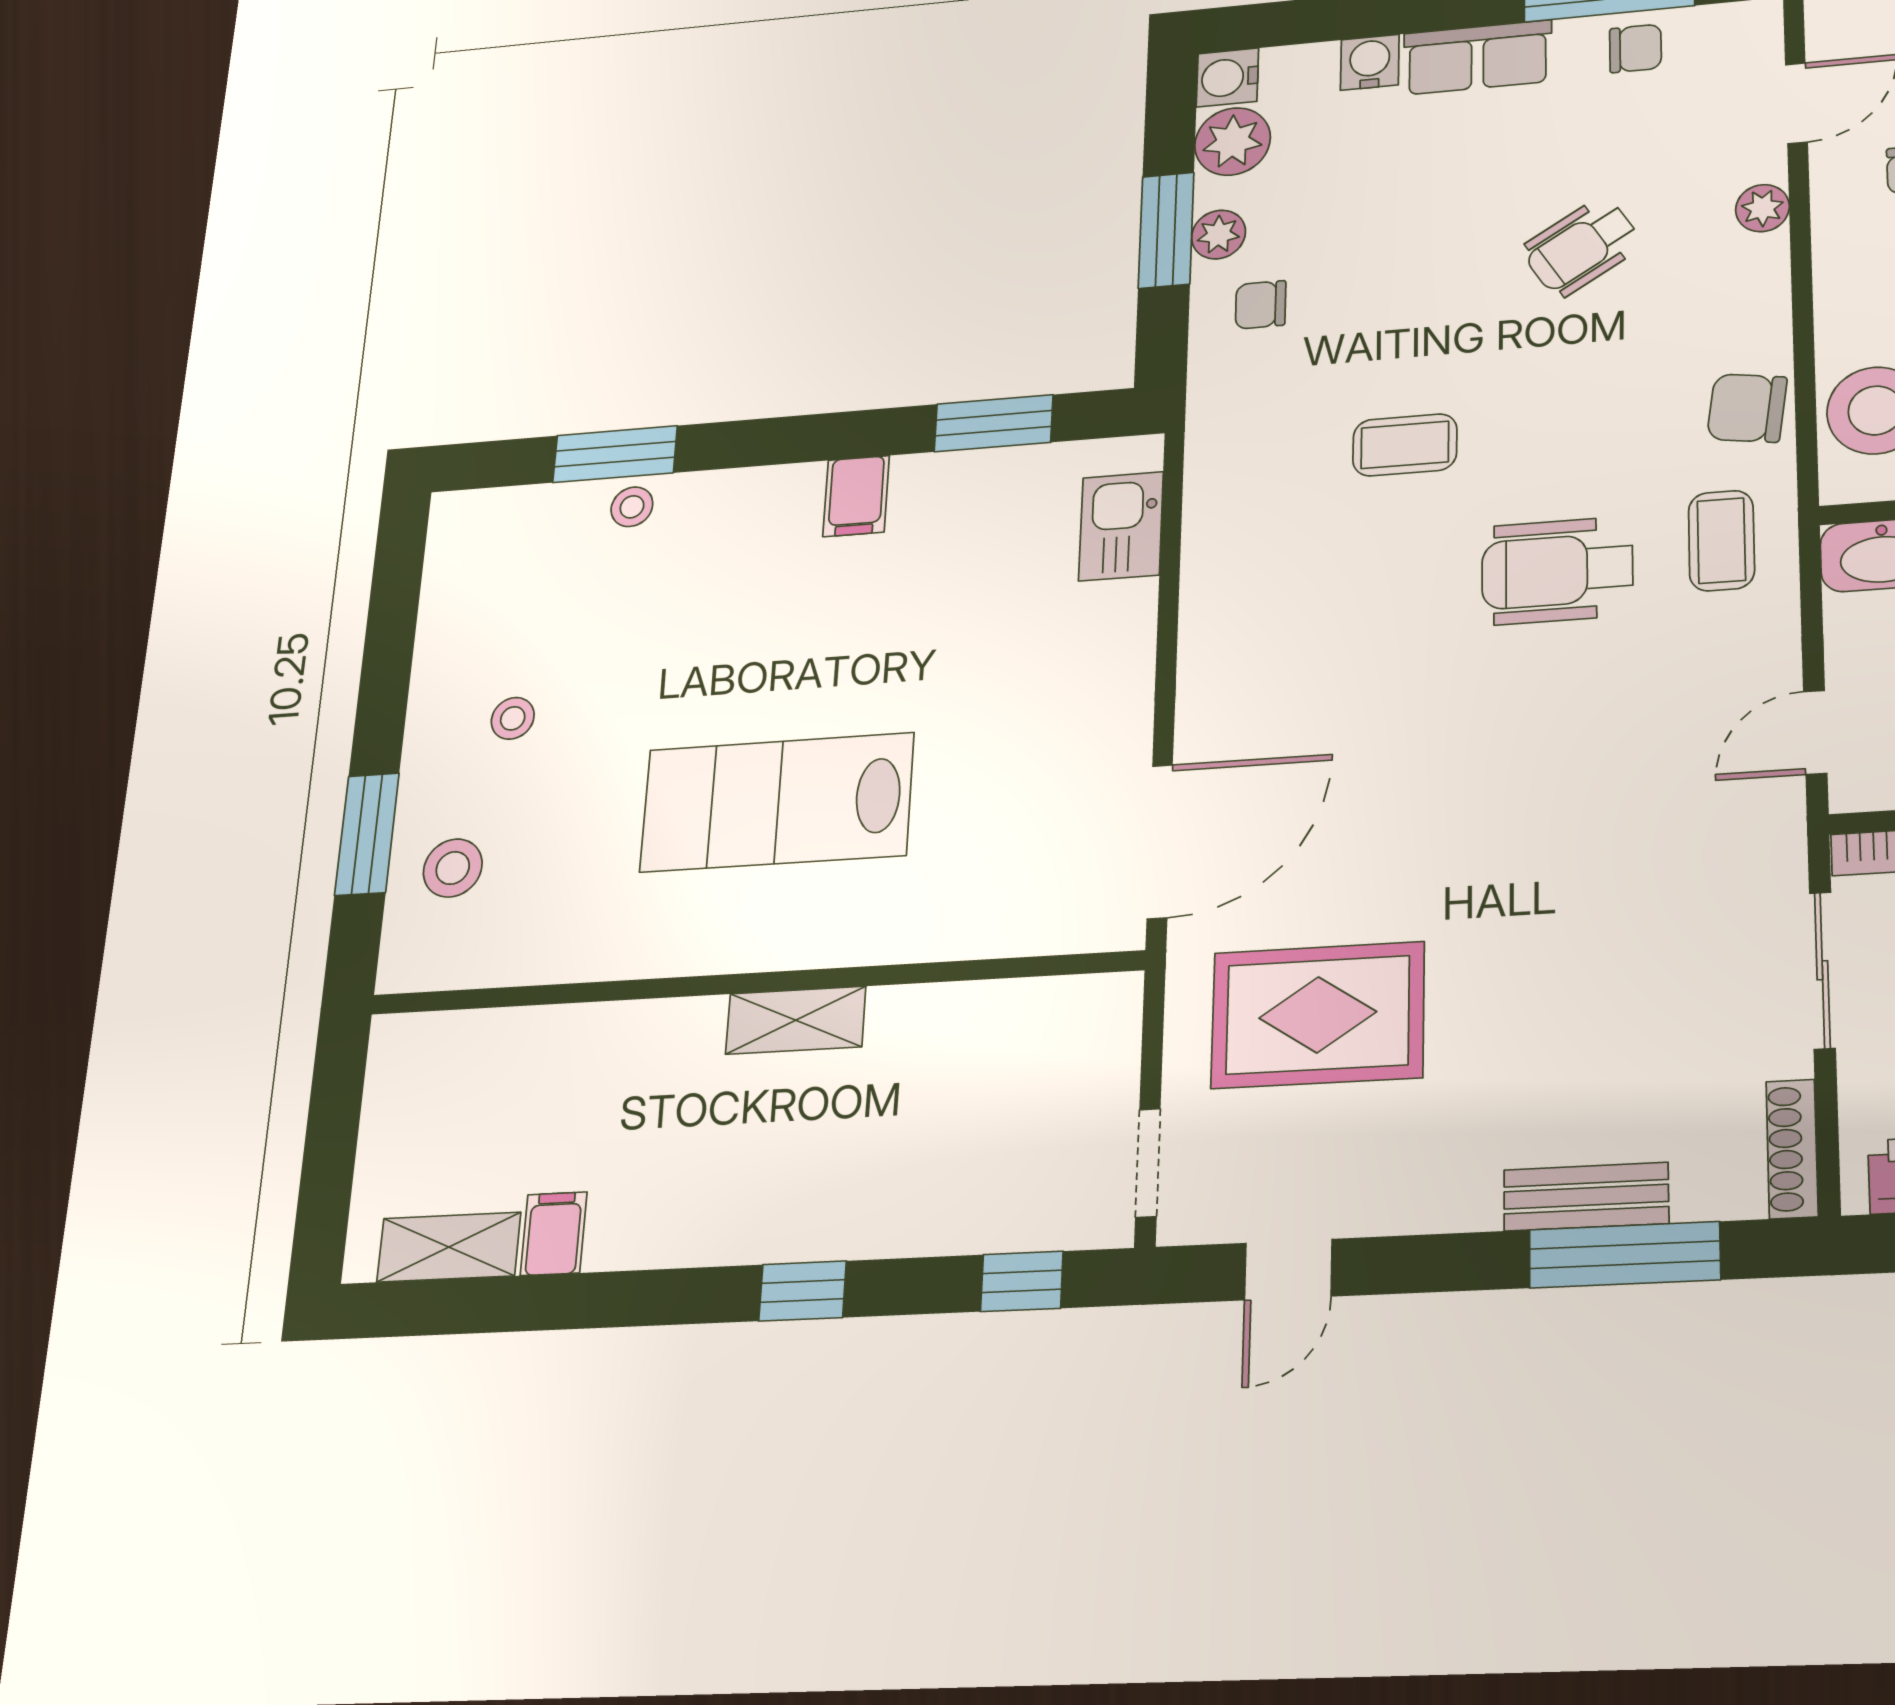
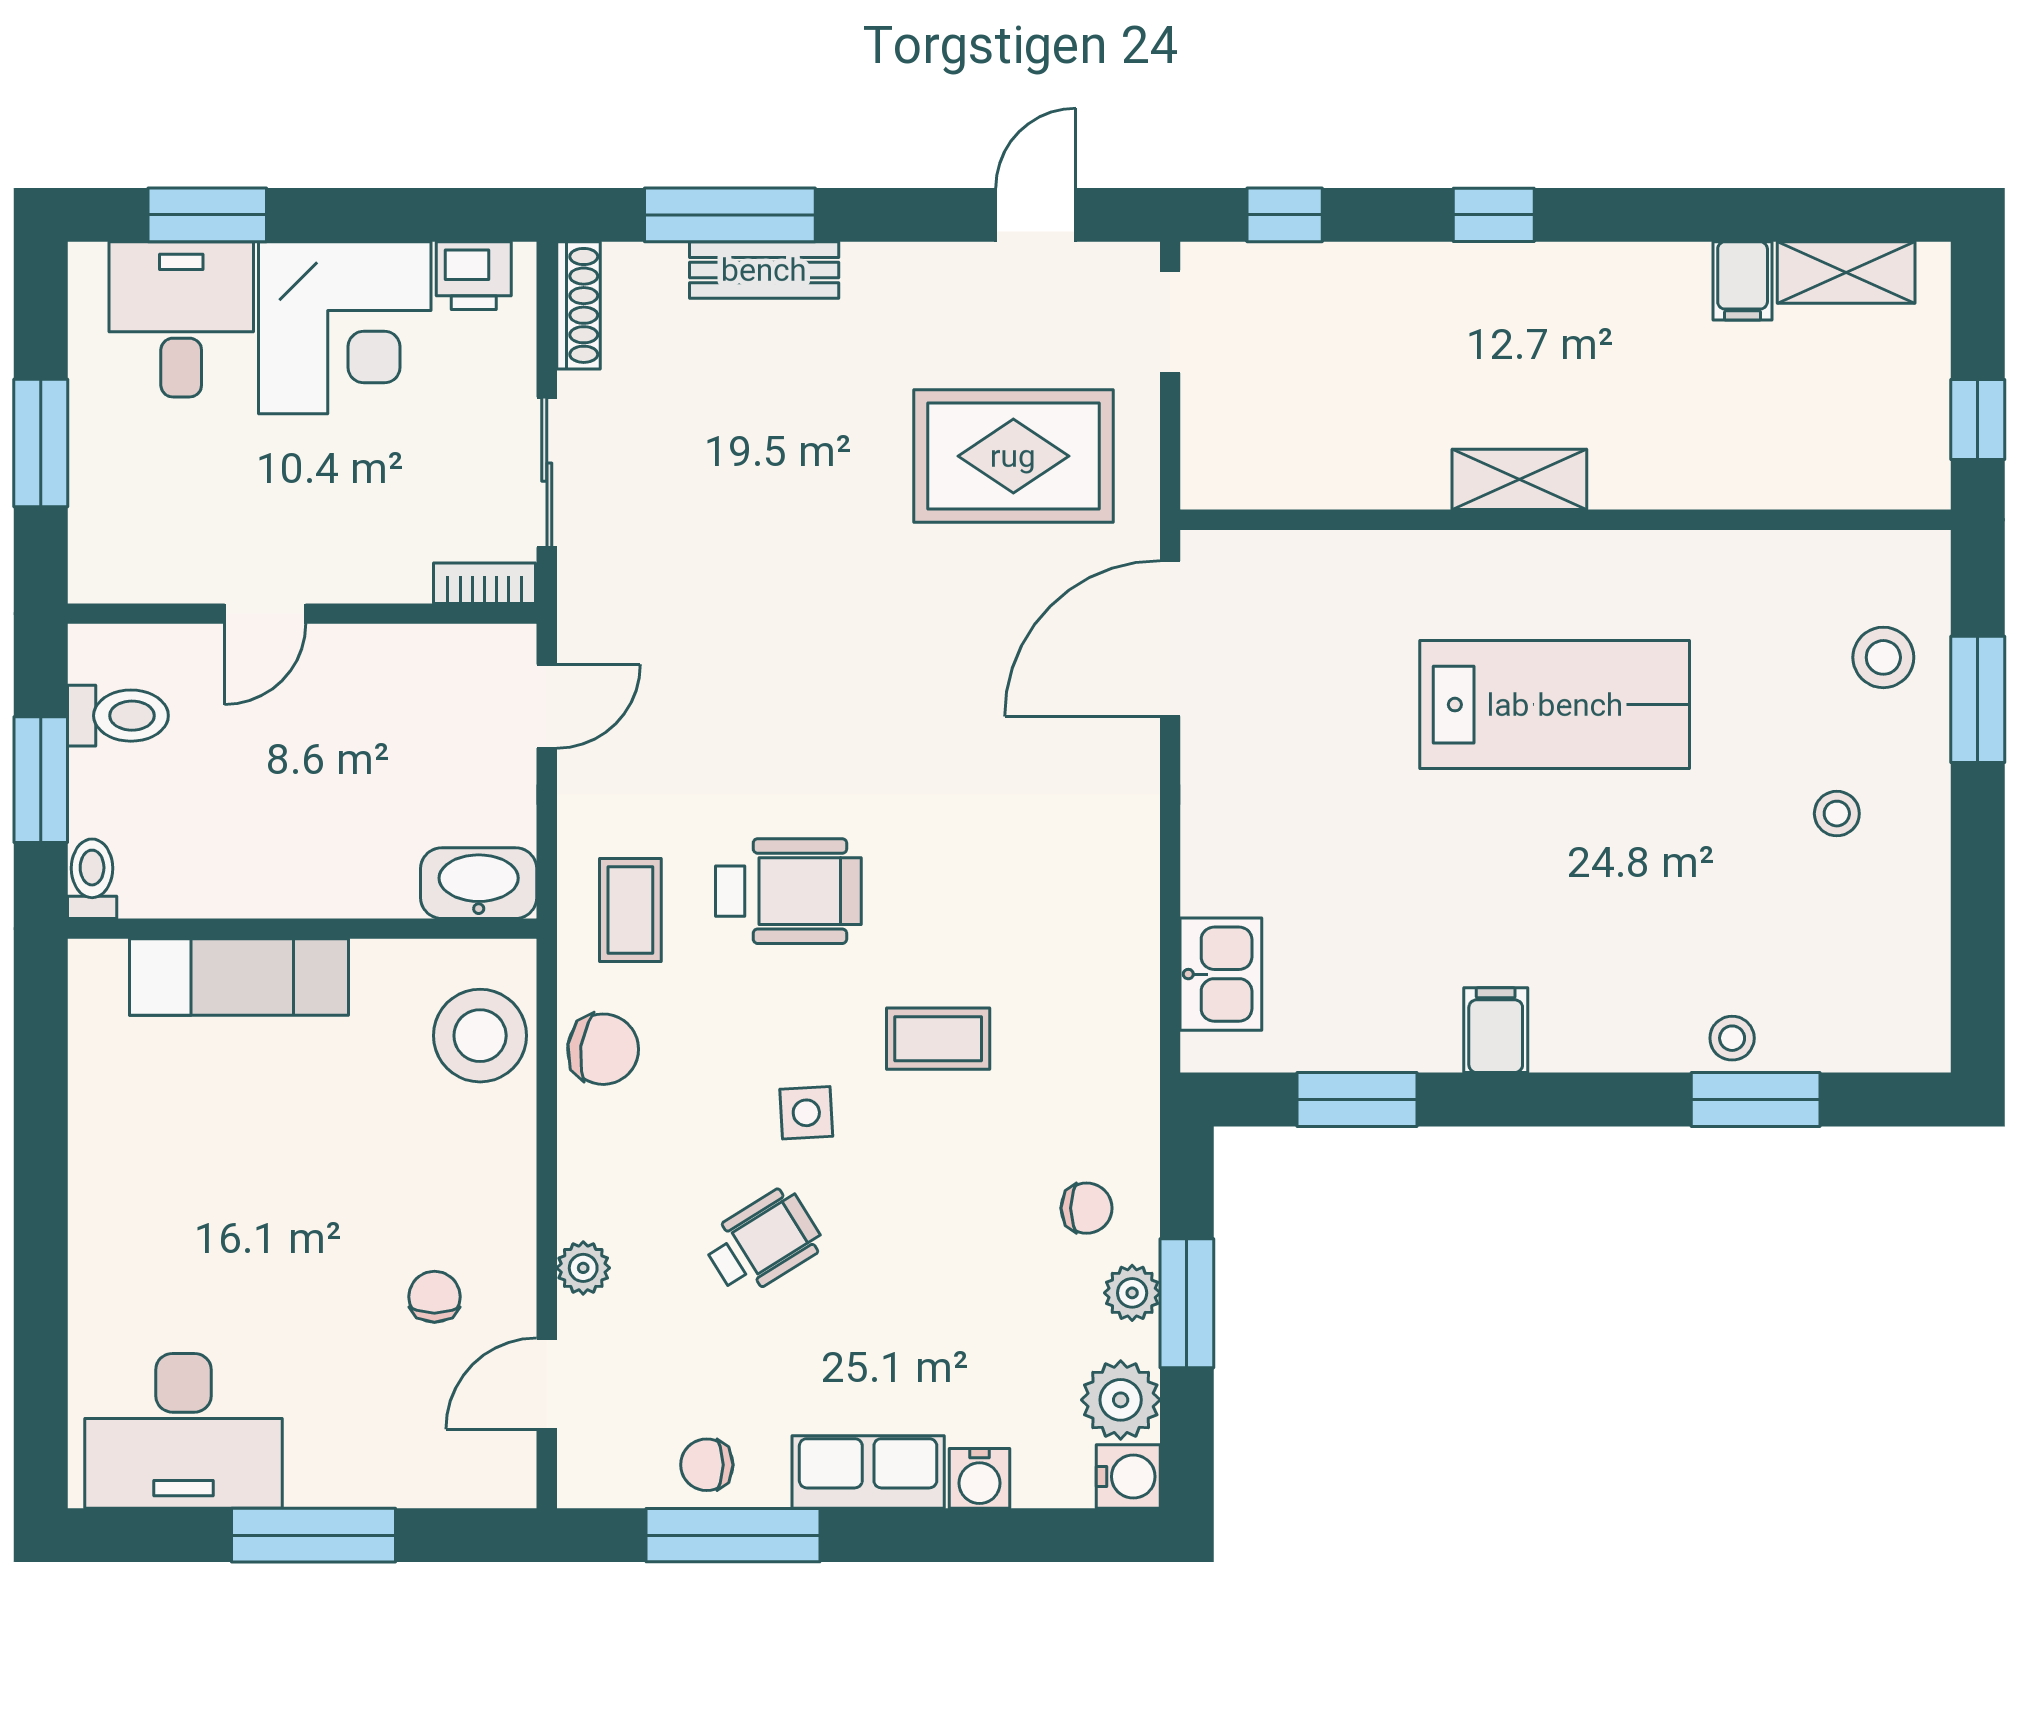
side table: (1538, 367) -> (806, 1113), added
window: (335, 1105) -> (1978, 420), added

